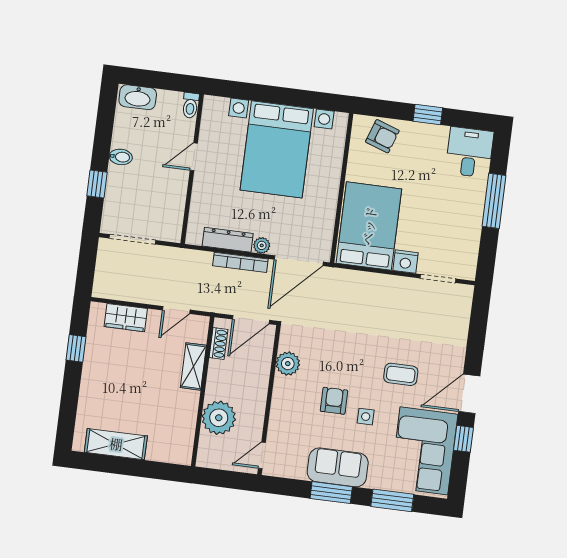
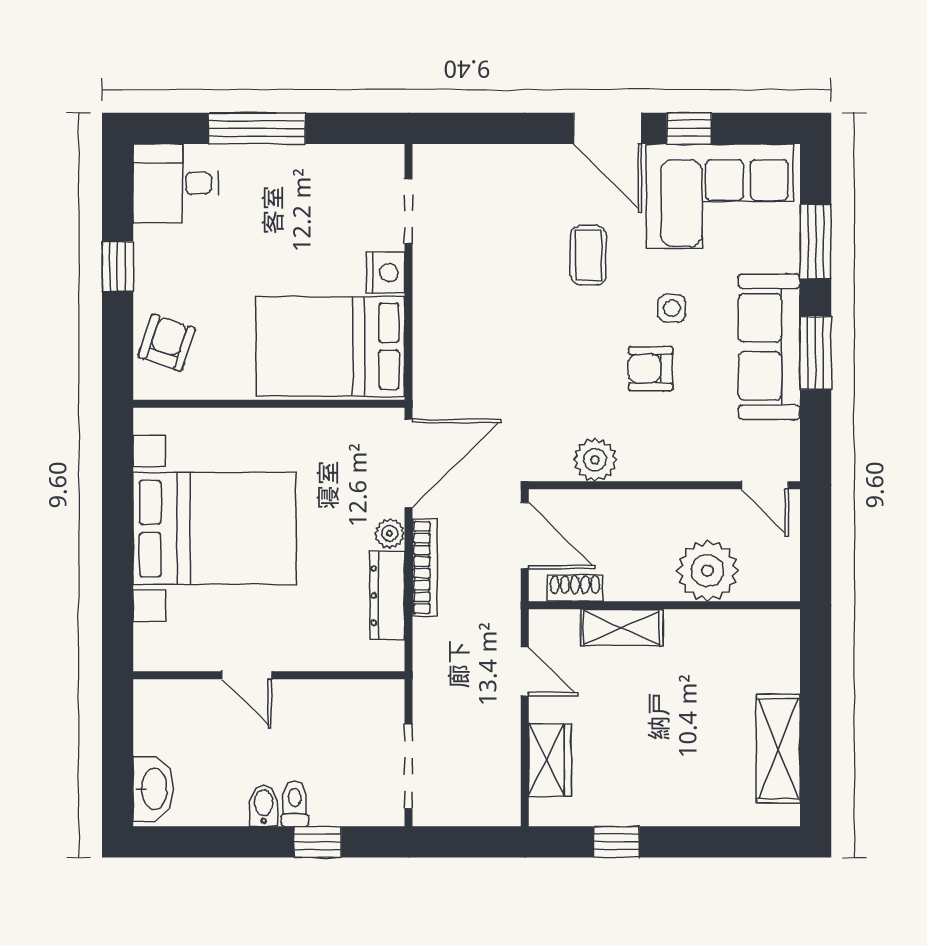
toilet: (190, 105) -> (295, 804), moved, turned -90
door: (299, 261) -> (408, 463), hinge flipped
sofa: (338, 467) -> (769, 347), width x1.36

